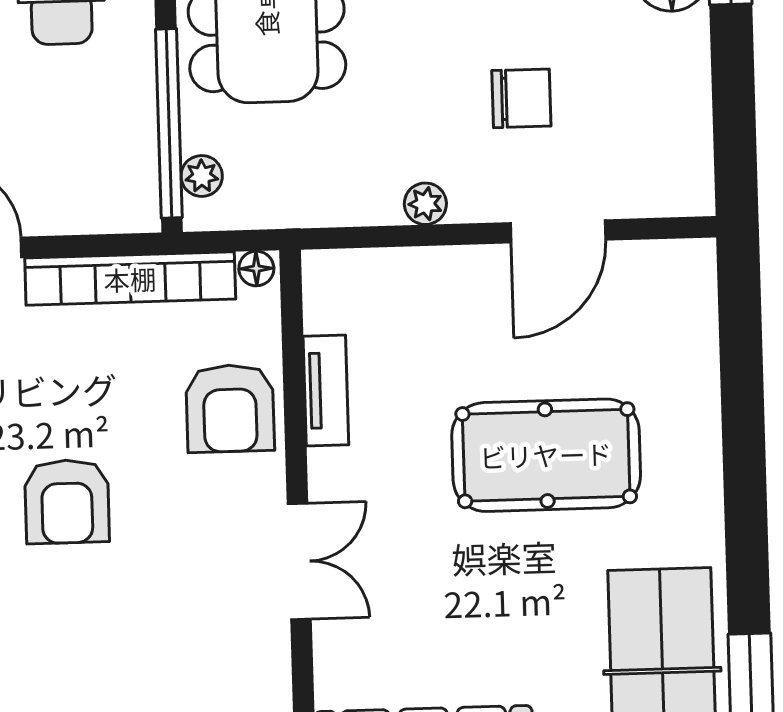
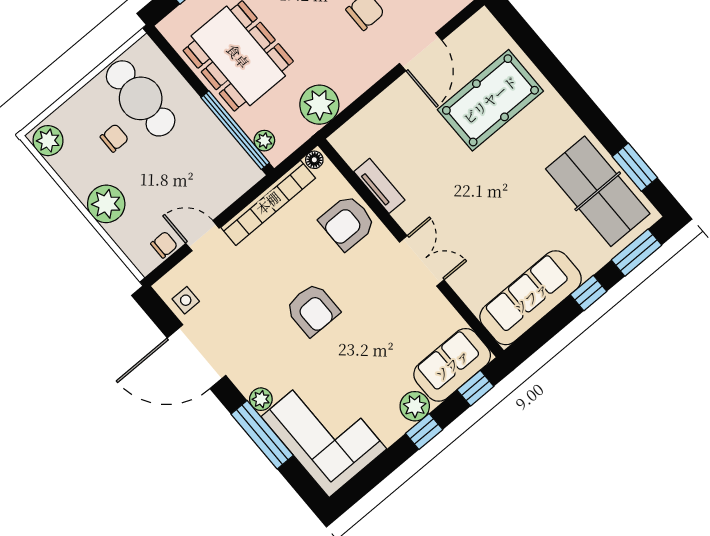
plant: (425, 204) -> (319, 105), moved, width x1.88, depth x1.88
armchair: (230, 408) -> (347, 223), turned 90
pool table: (546, 455) -> (490, 100), moved

